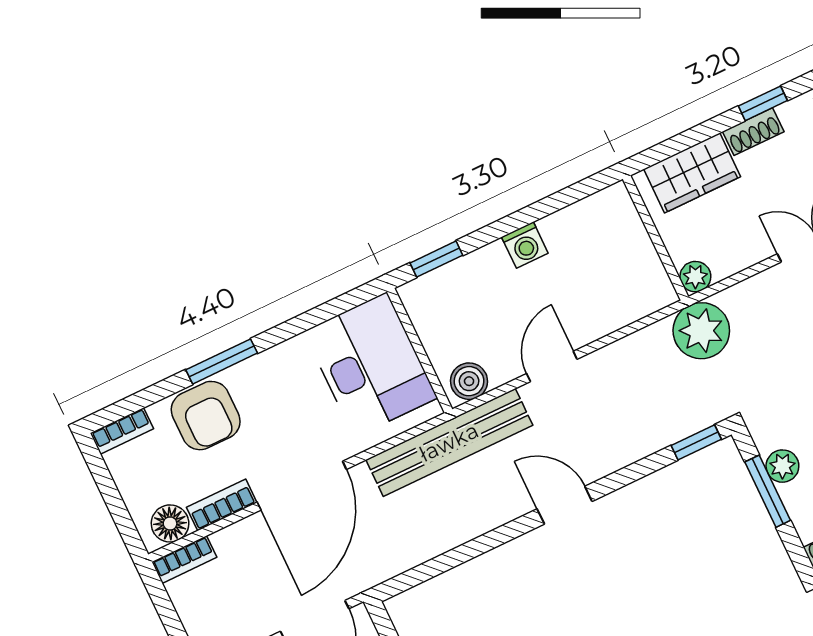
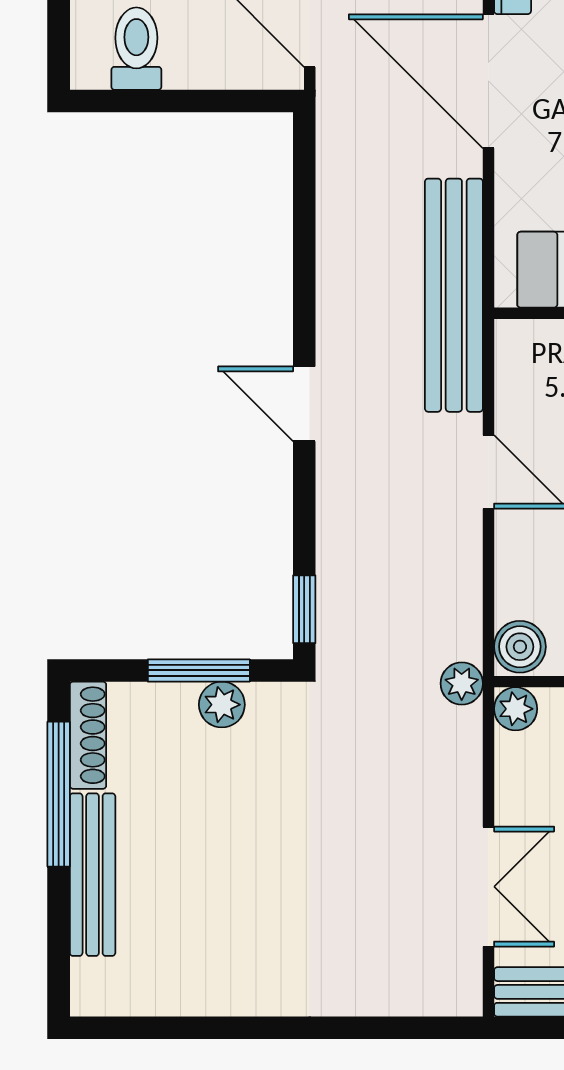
plant: (701, 331) -> (462, 683), width x0.53, depth x0.53
boiler: (469, 381) -> (520, 647), moved
door: (565, 505) -> (304, 404), swing flipped

